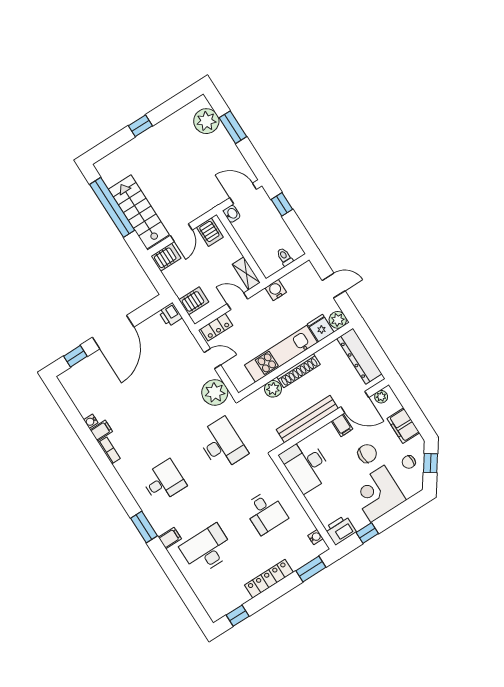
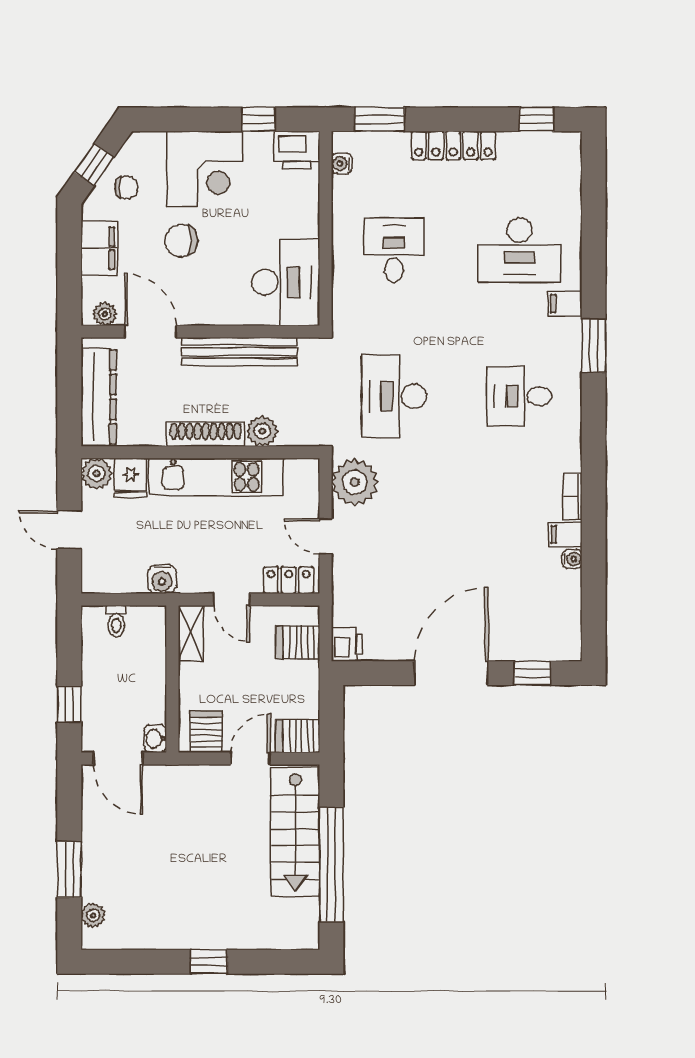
plant: (206, 121) -> (93, 915), width x0.53, depth x0.53
filing cabinet: (342, 425) -> (192, 309), removed

